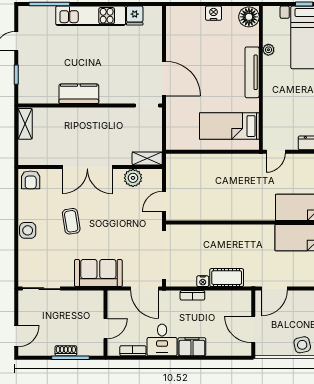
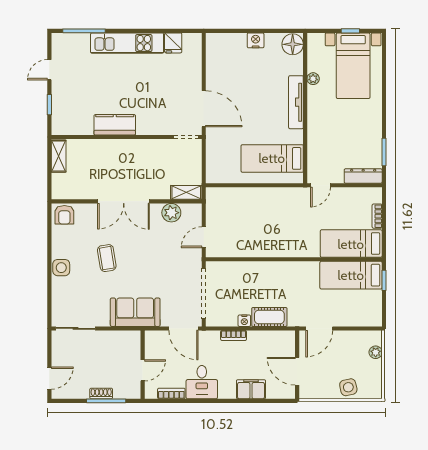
filing cabinet: (192, 347) -> (251, 389), moved

